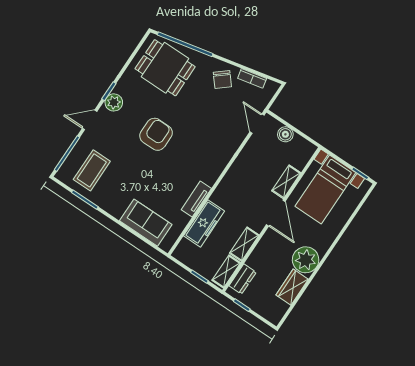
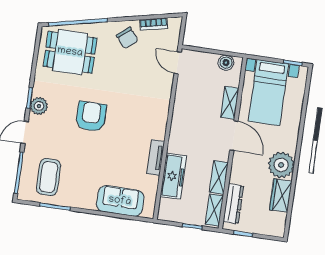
boiler: (285, 134) -> (226, 63), moved
dresser: (243, 279) -> (233, 204), width x1.44

